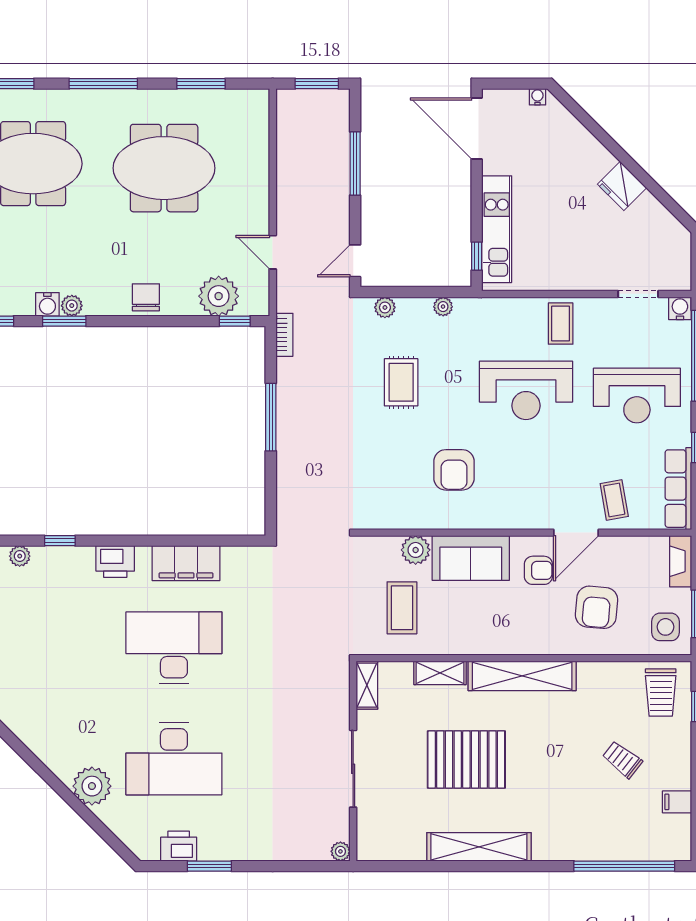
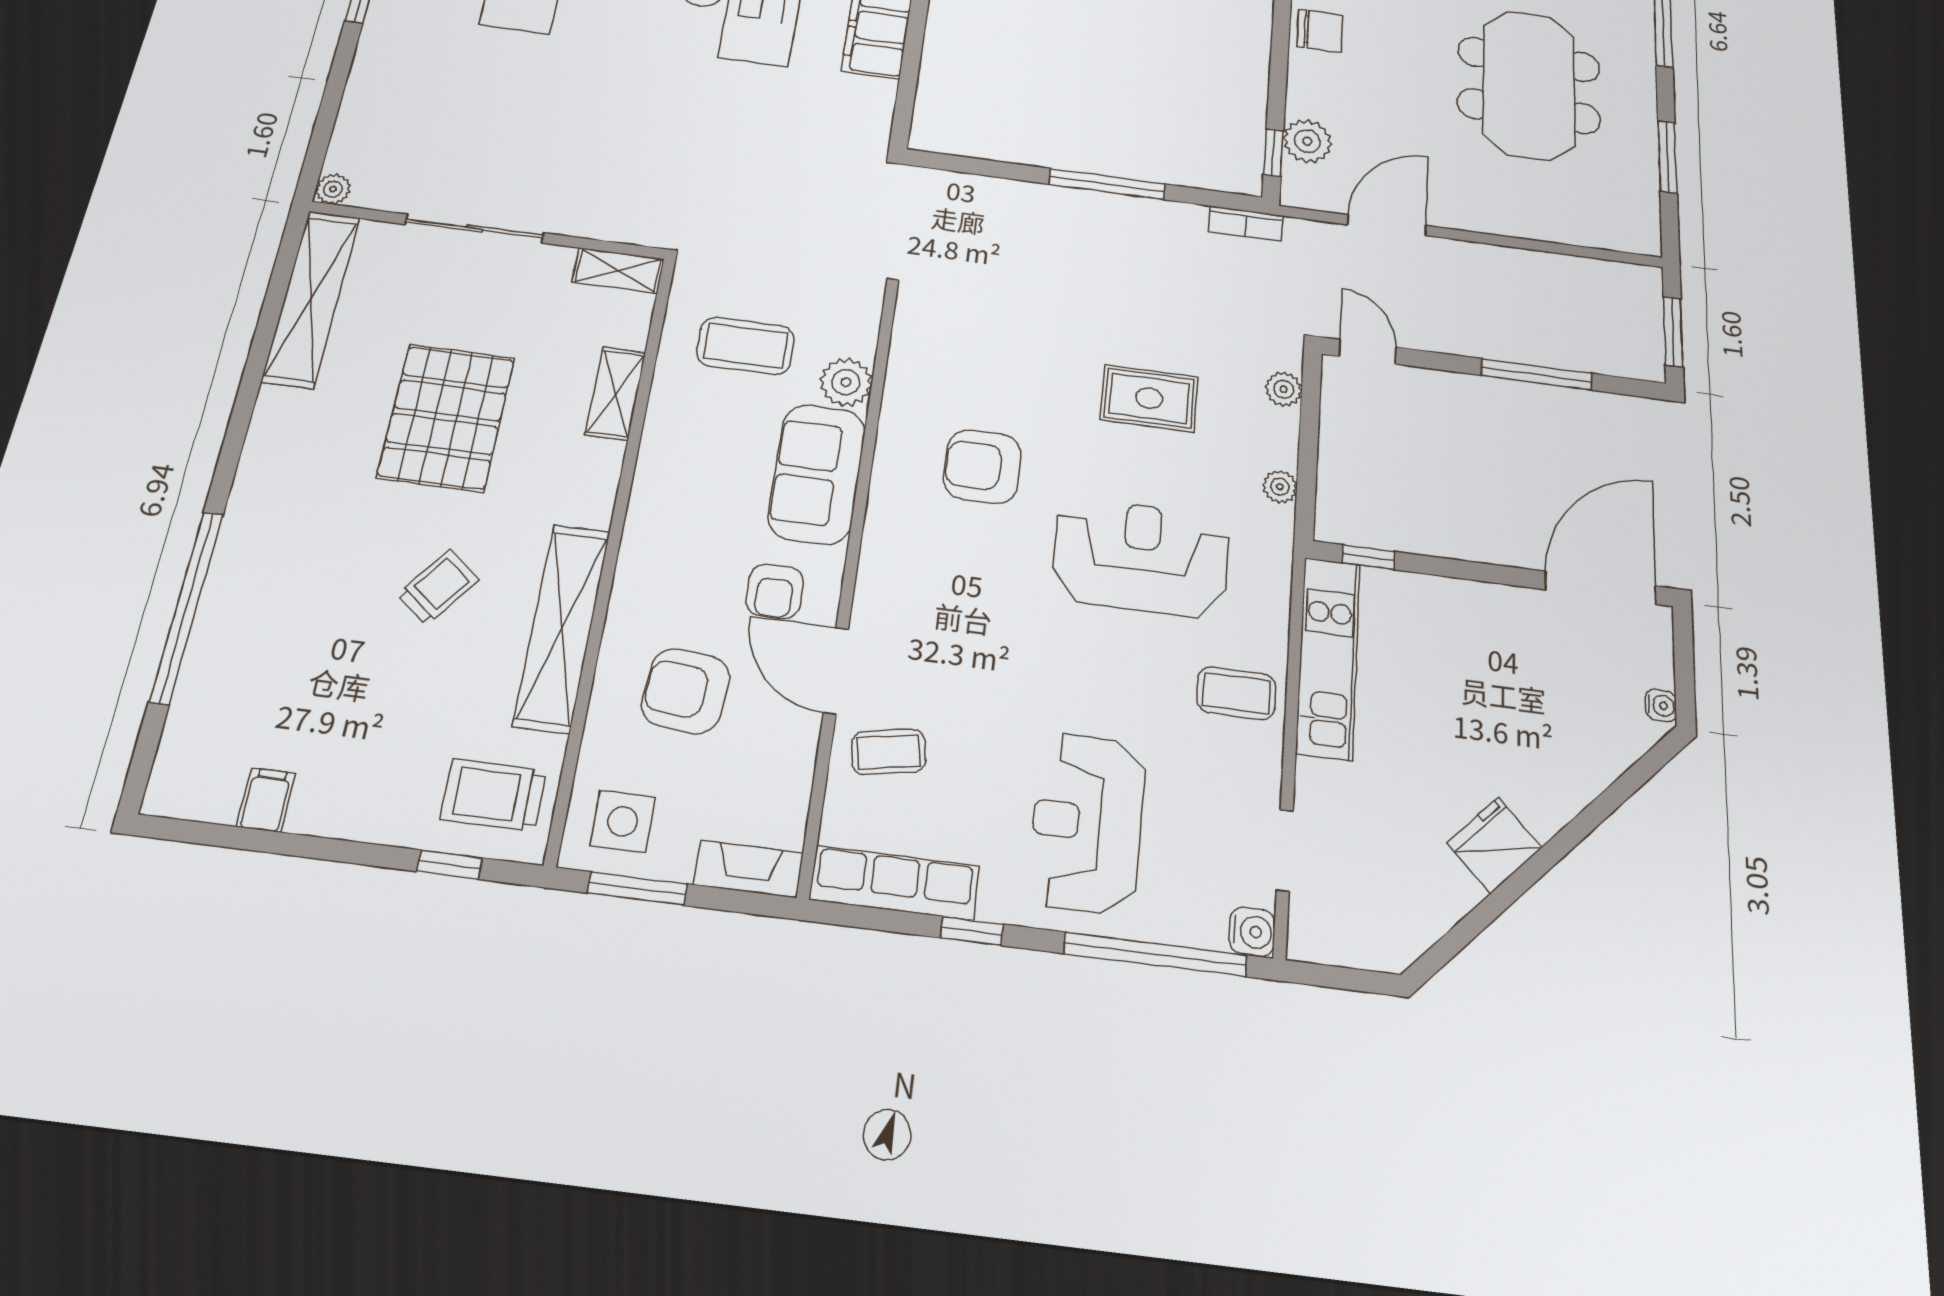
kitchen unit: (497, 229) -> (1328, 657), moved, turned -90
door: (273, 252) -> (1387, 225), width x1.38
plant: (219, 296) -> (1307, 141), width x0.73, depth x0.73
reception desk: (526, 390) -> (1141, 557), moved, turned 90
shelving: (522, 676) -> (562, 628), moved
trolley: (622, 760) -> (438, 587), moved
shelving: (479, 847) -> (311, 299), moved
window: (624, 866) -> (187, 607), moved

